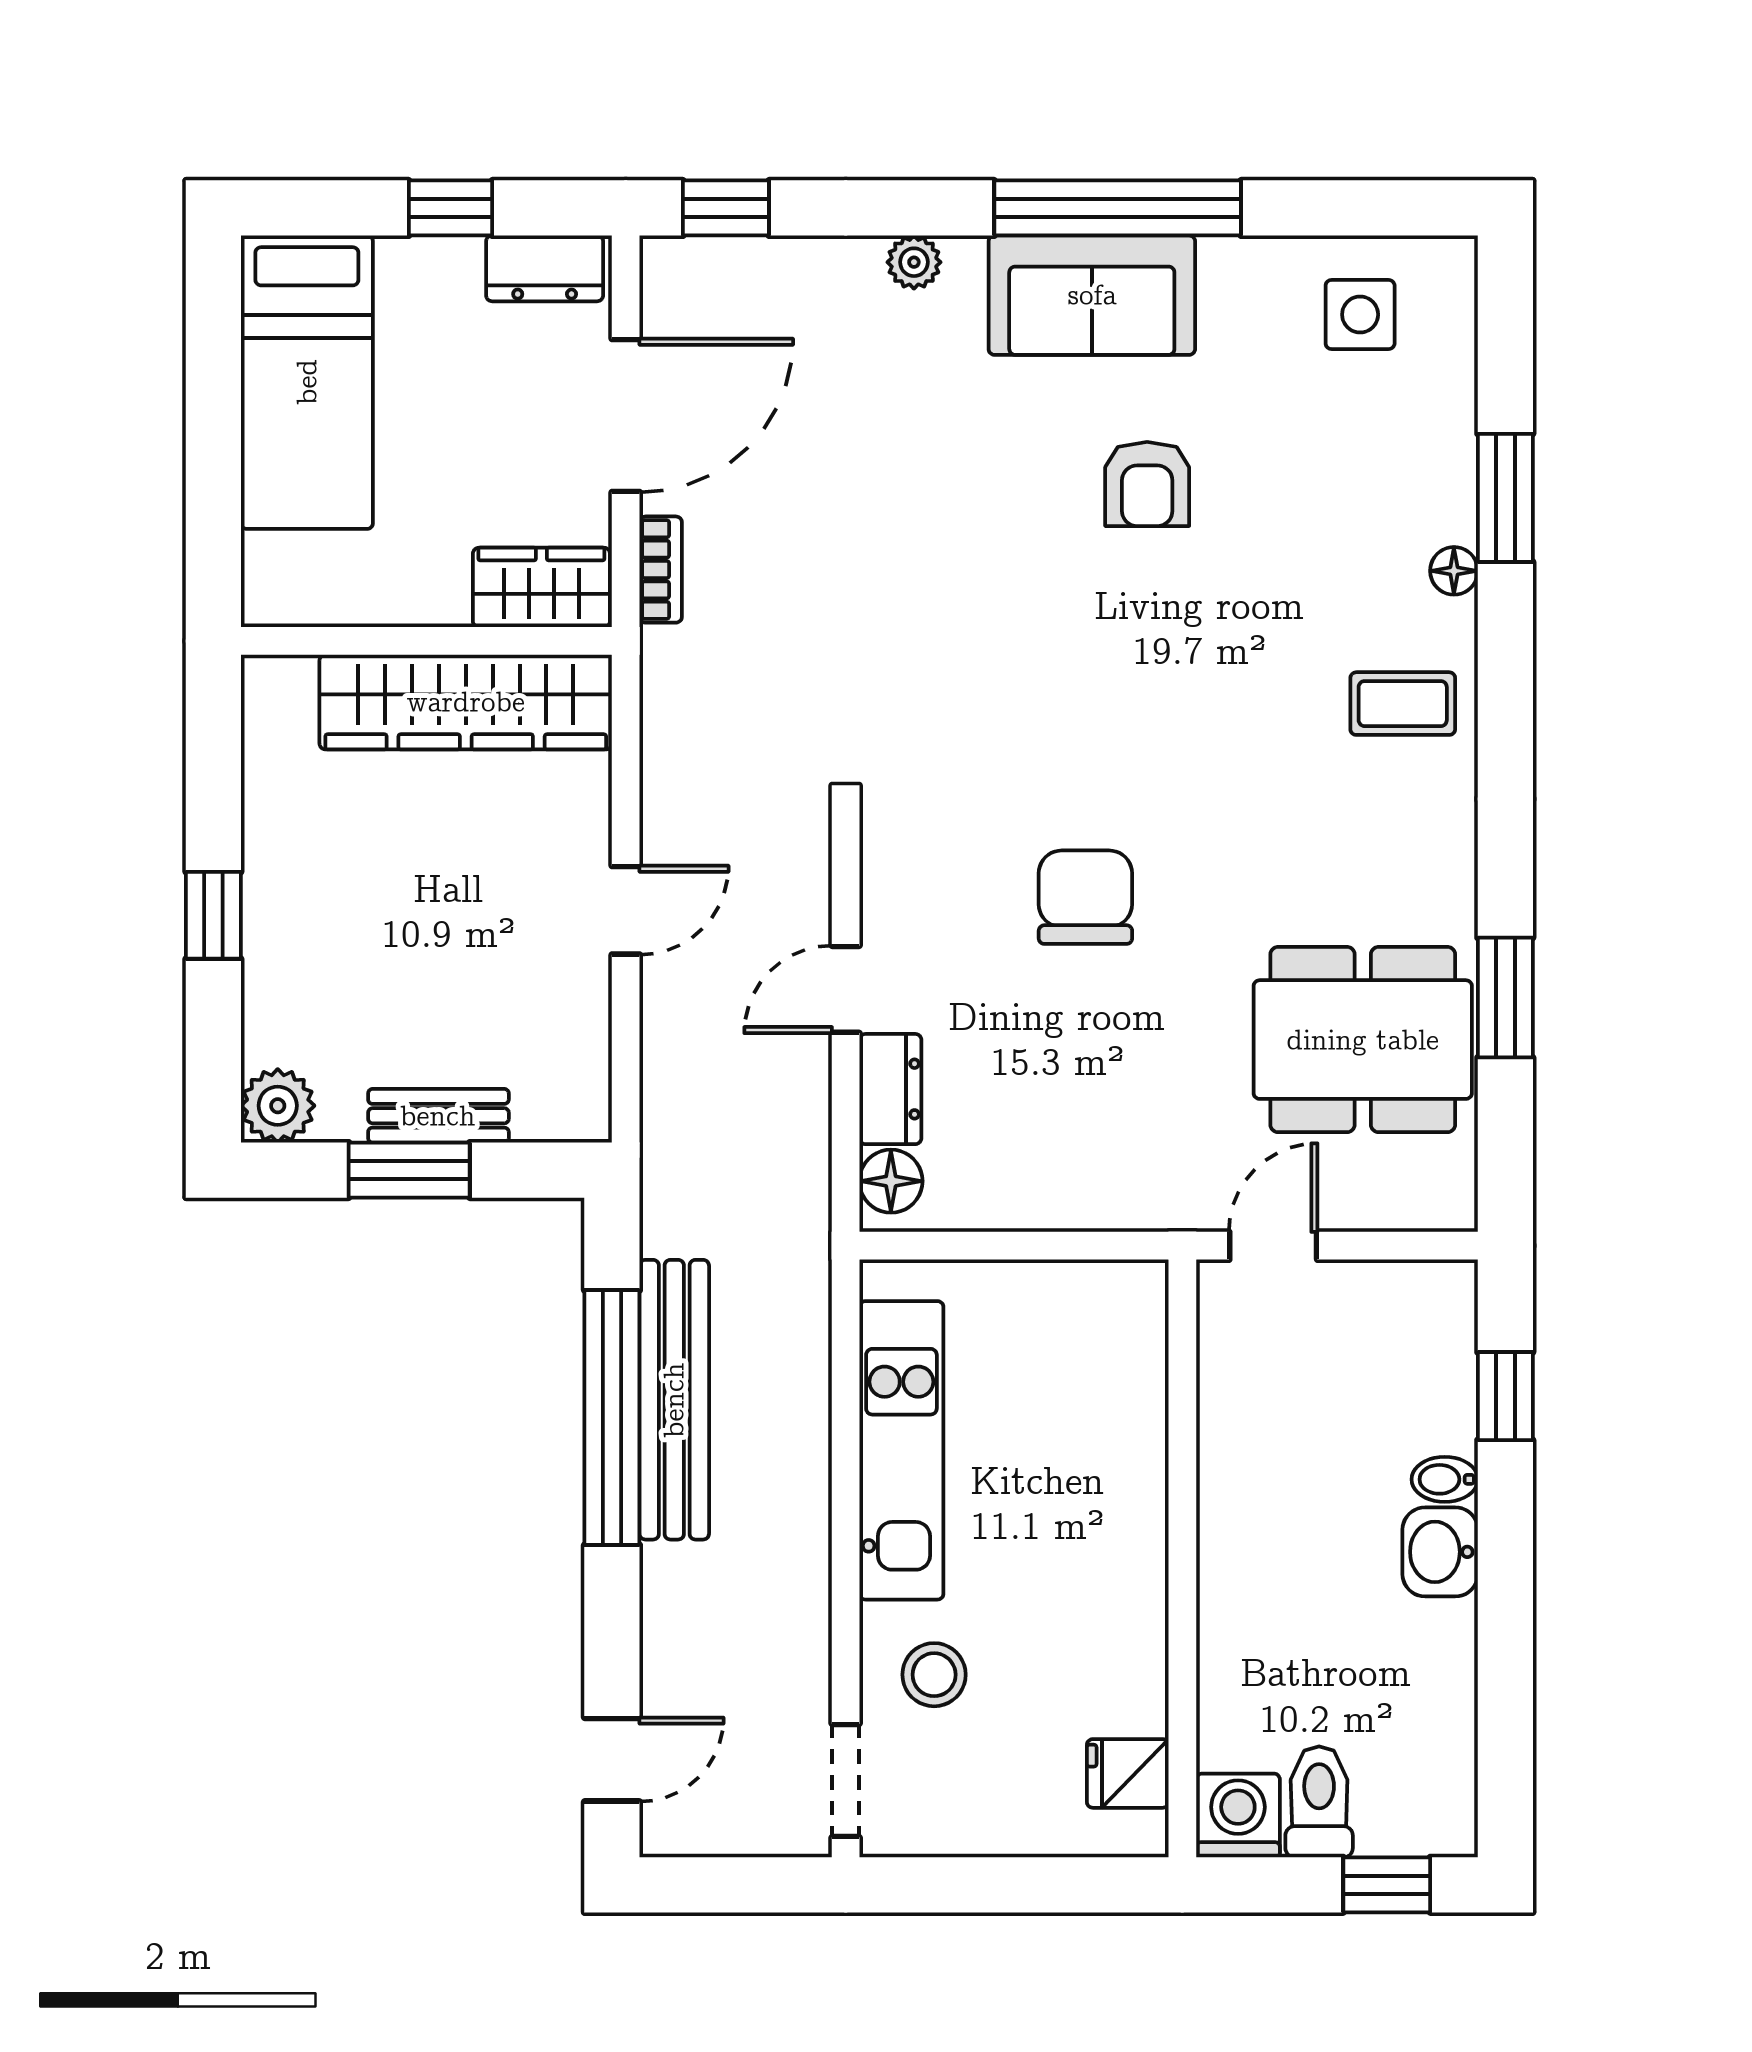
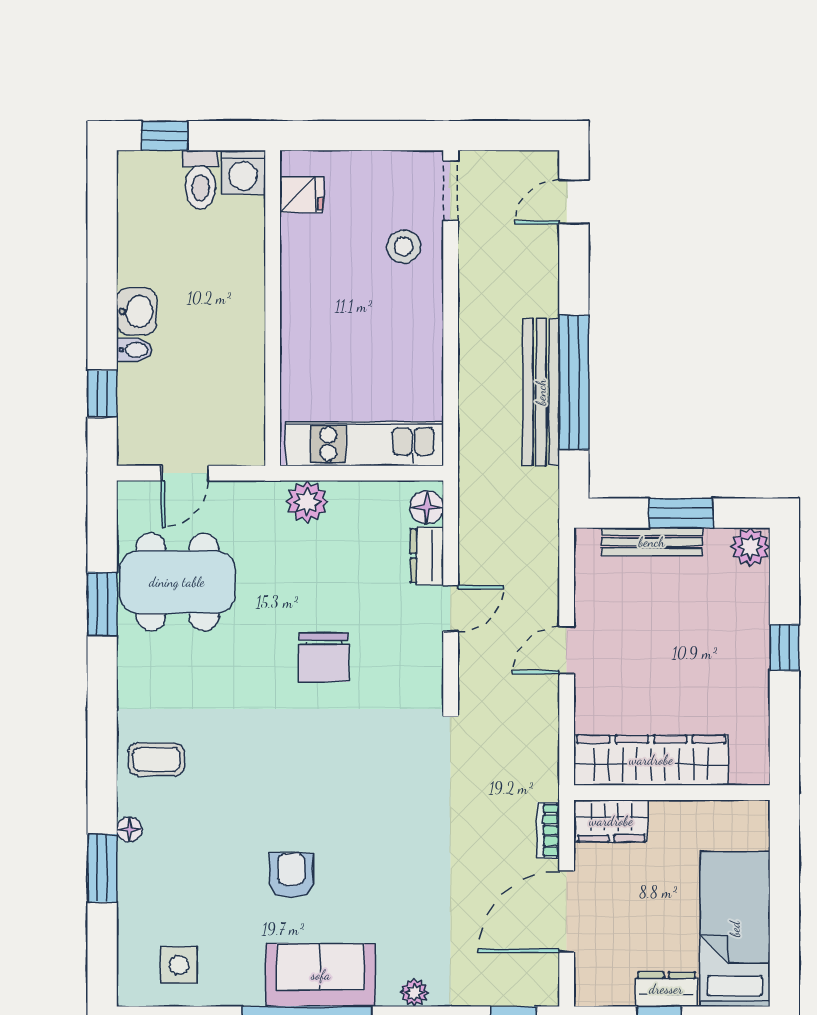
dresser: (545, 268) -> (666, 989), moved
bench: (438, 1116) -> (652, 542), width x1.36
plant: (1117, 1192) -> (307, 502), added
door: (1273, 1246) -> (185, 473), moved
kitchen unit: (901, 1450) -> (364, 444), moved, turned 90

